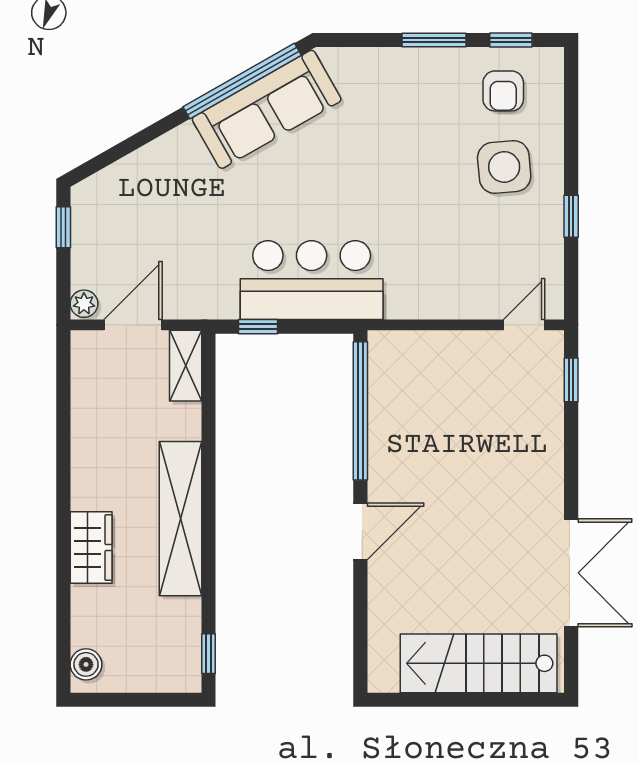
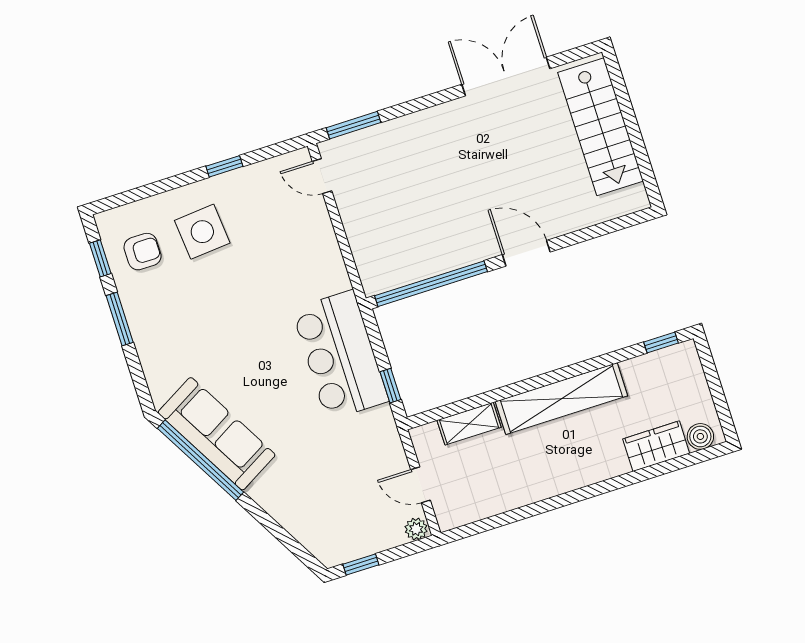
door: (133, 325) -> (421, 485), width x0.73
shelving: (186, 366) -> (469, 424), moved
window: (571, 380) -> (354, 125), width x1.50
wardrobe: (91, 548) -> (656, 446), moved

